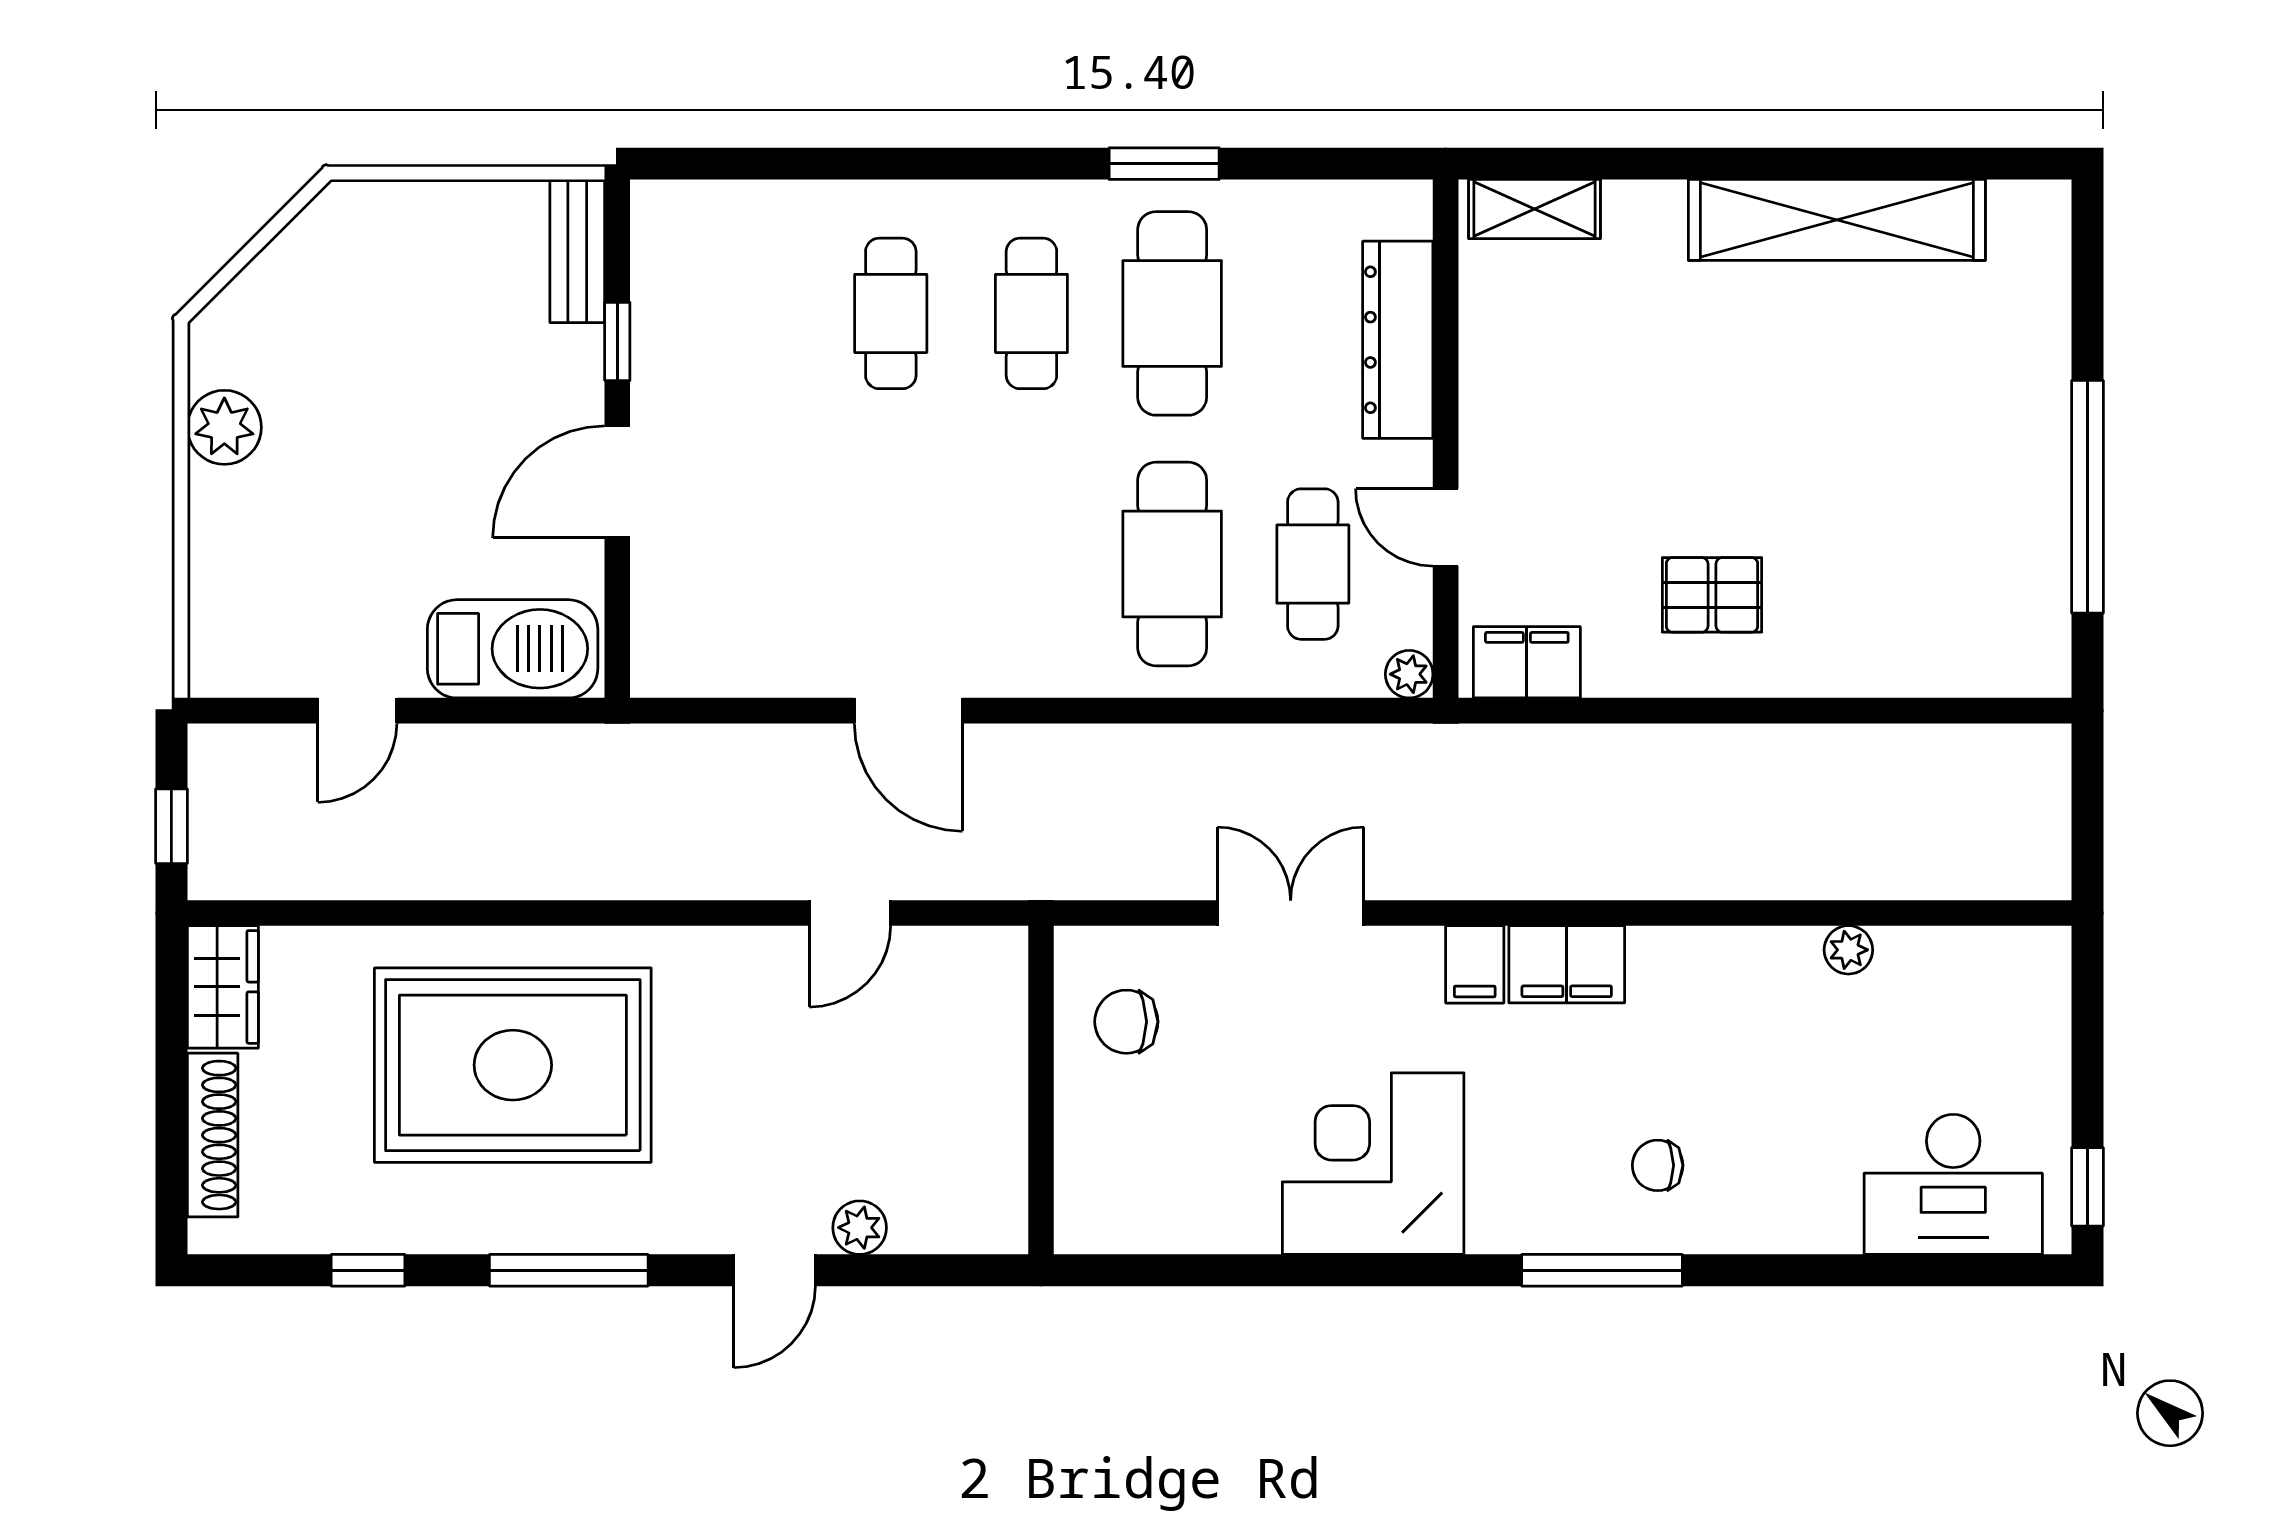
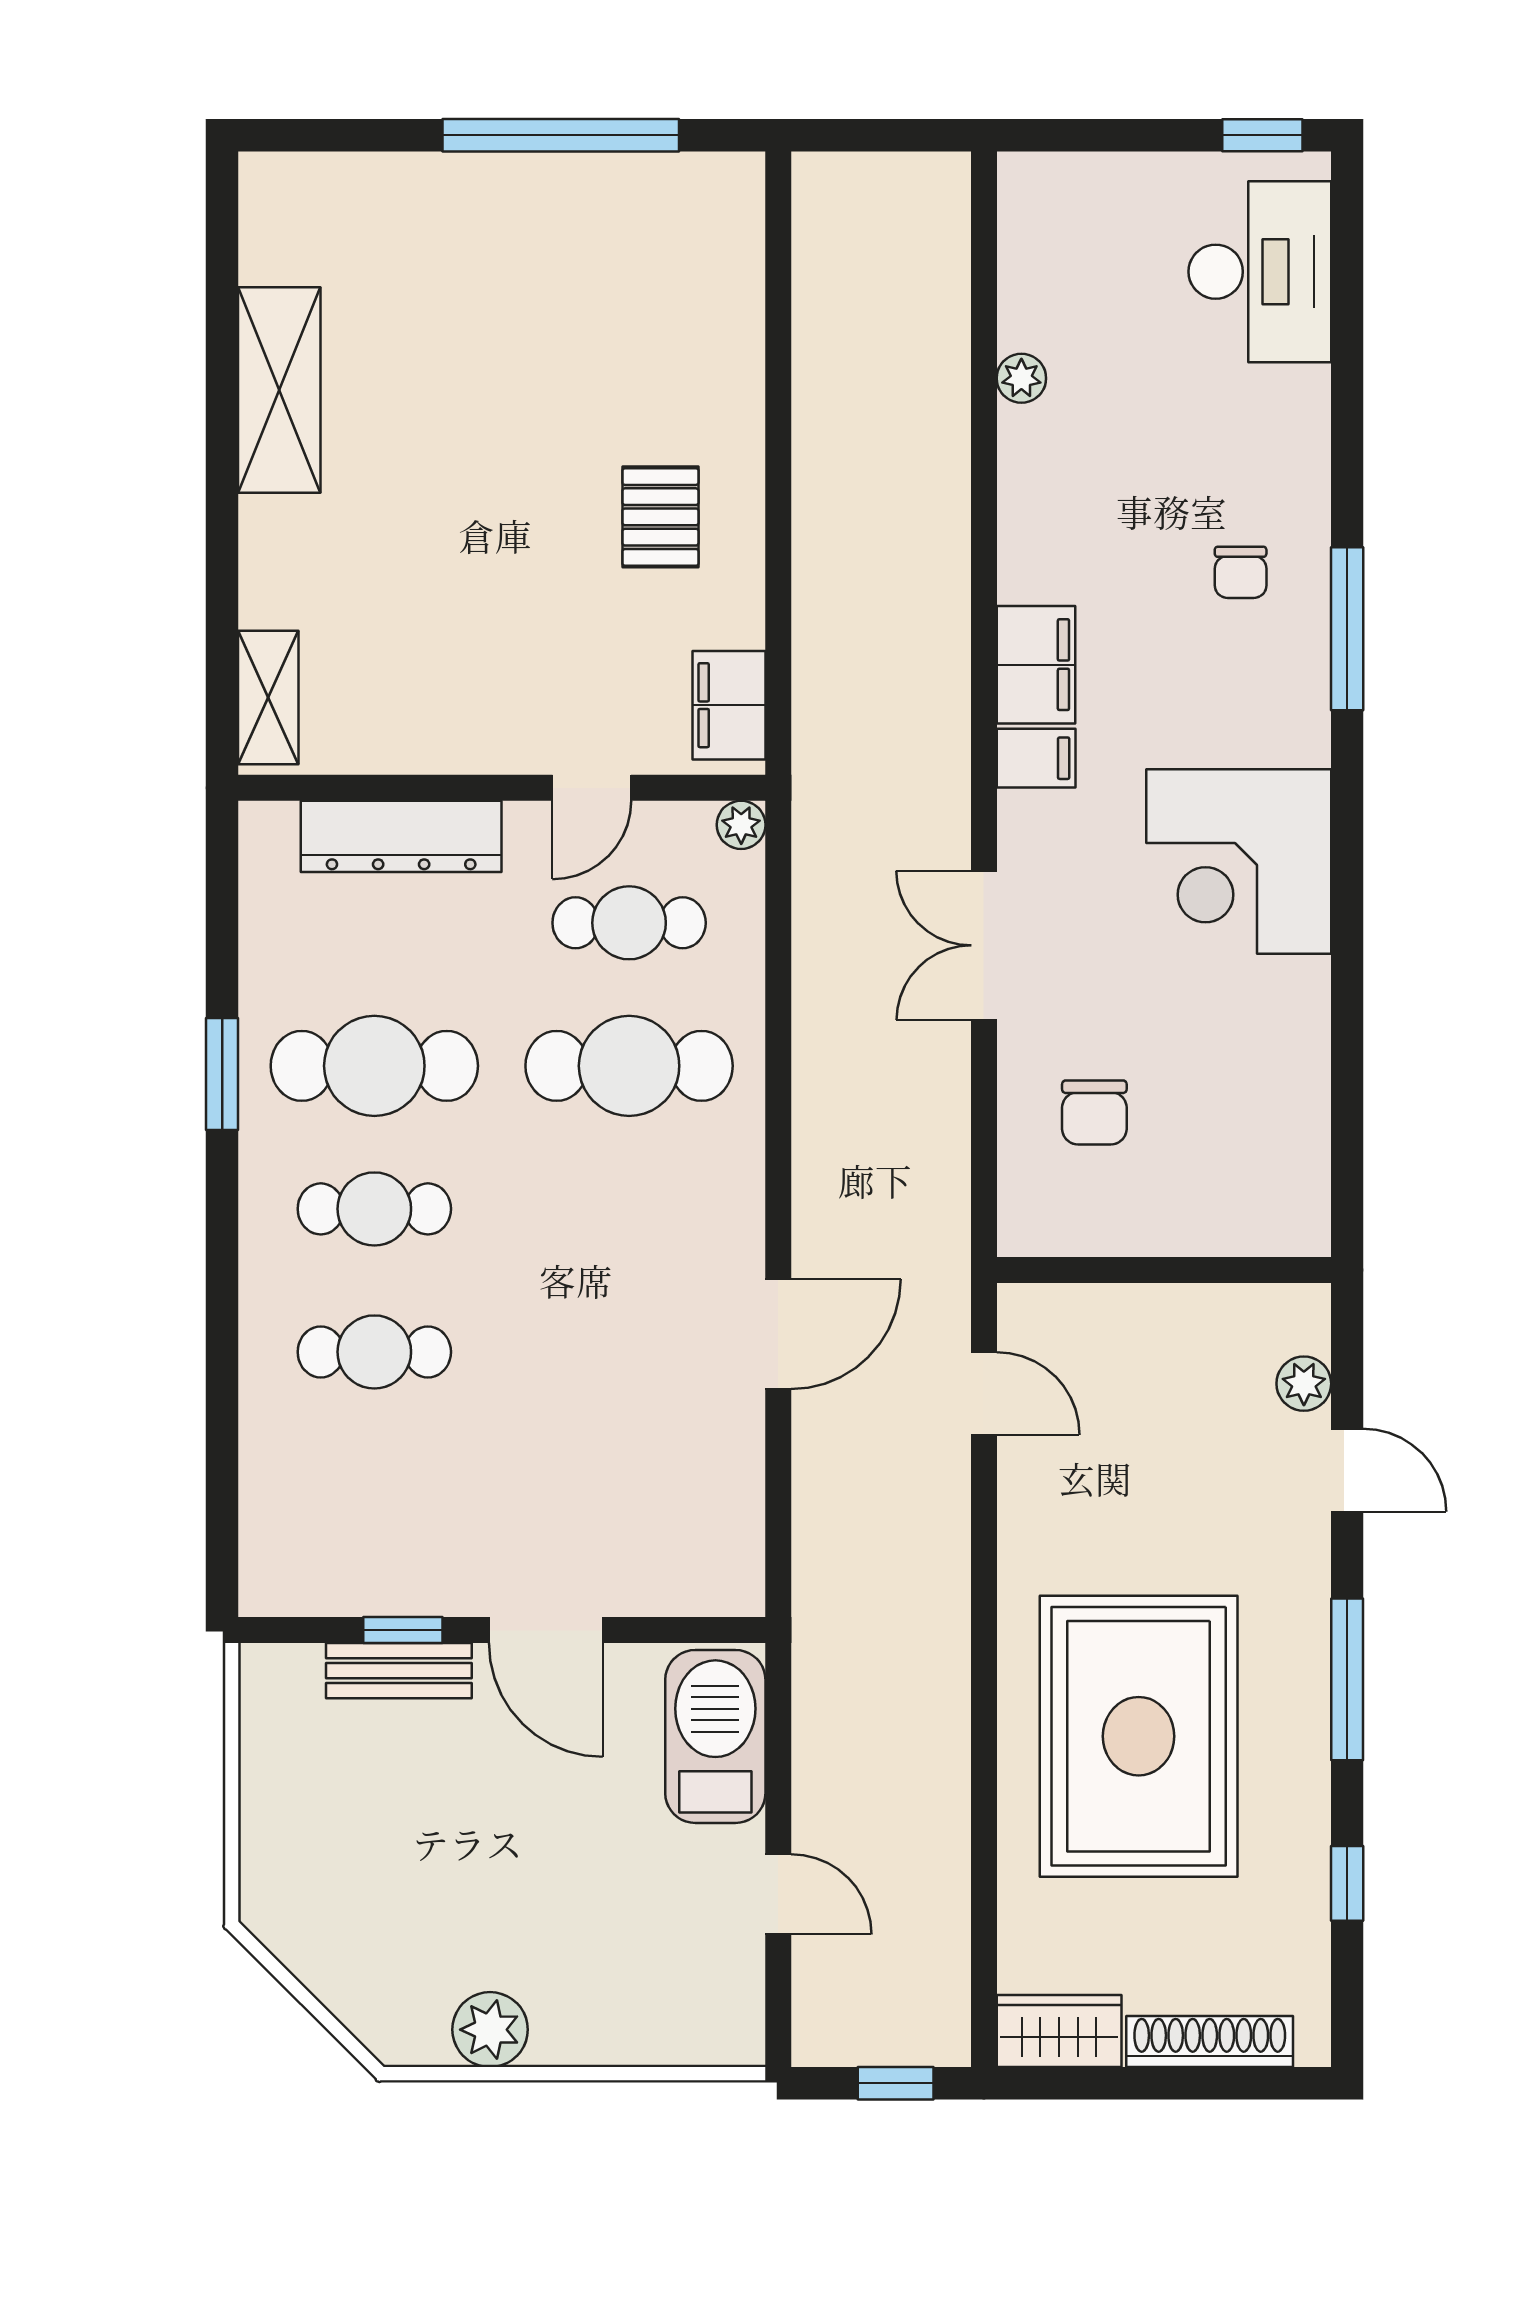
shelving: (1837, 220) -> (279, 390), width x0.68
bench: (577, 251) -> (399, 1671), moved
wall: (1041, 1090) -> (1164, 1270), moved

